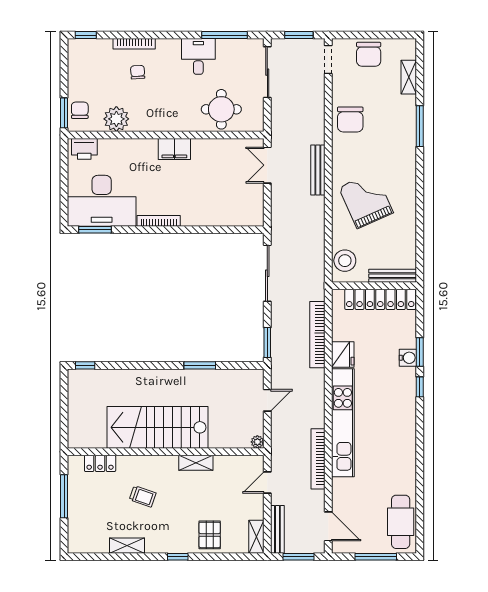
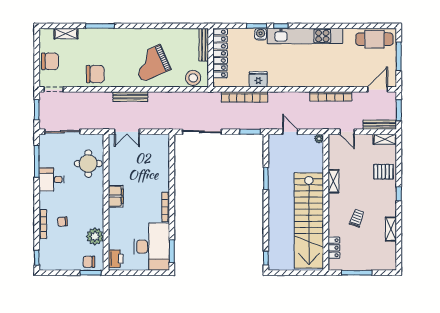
kitchen unit: (343, 423) -> (305, 36), moved, turned 180
stairs: (158, 427) -> (309, 221), width x1.36

